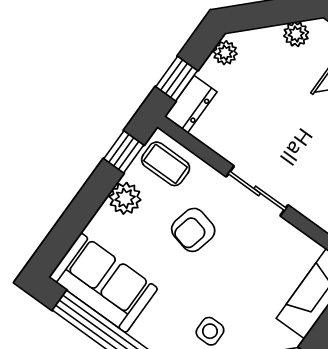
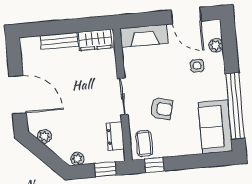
dresser: (191, 104) -> (115, 136), moved, turned -90
plant: (125, 198) -> (173, 148), removed

